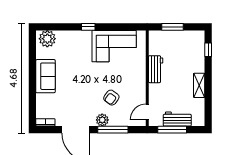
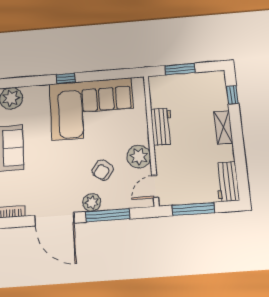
corner sofa: (114, 46) -> (92, 109), width x1.36, depth x1.36
shelving: (199, 85) -> (223, 127), moved
plant: (137, 90) -> (139, 157), added
workbench: (177, 119) -> (227, 182), moved, turned -90

